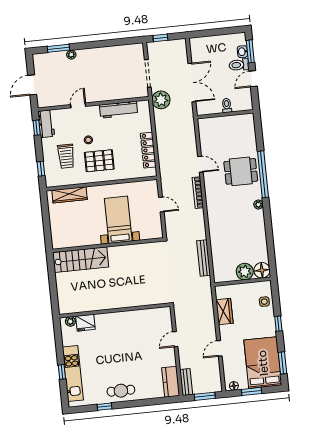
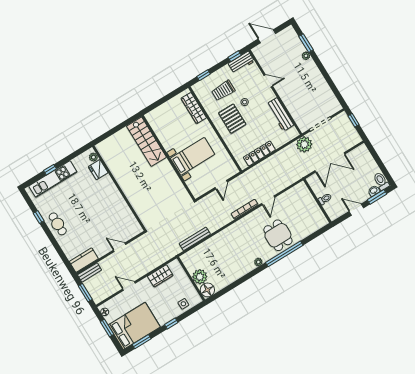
toilet: (239, 65) -> (381, 181), moved

